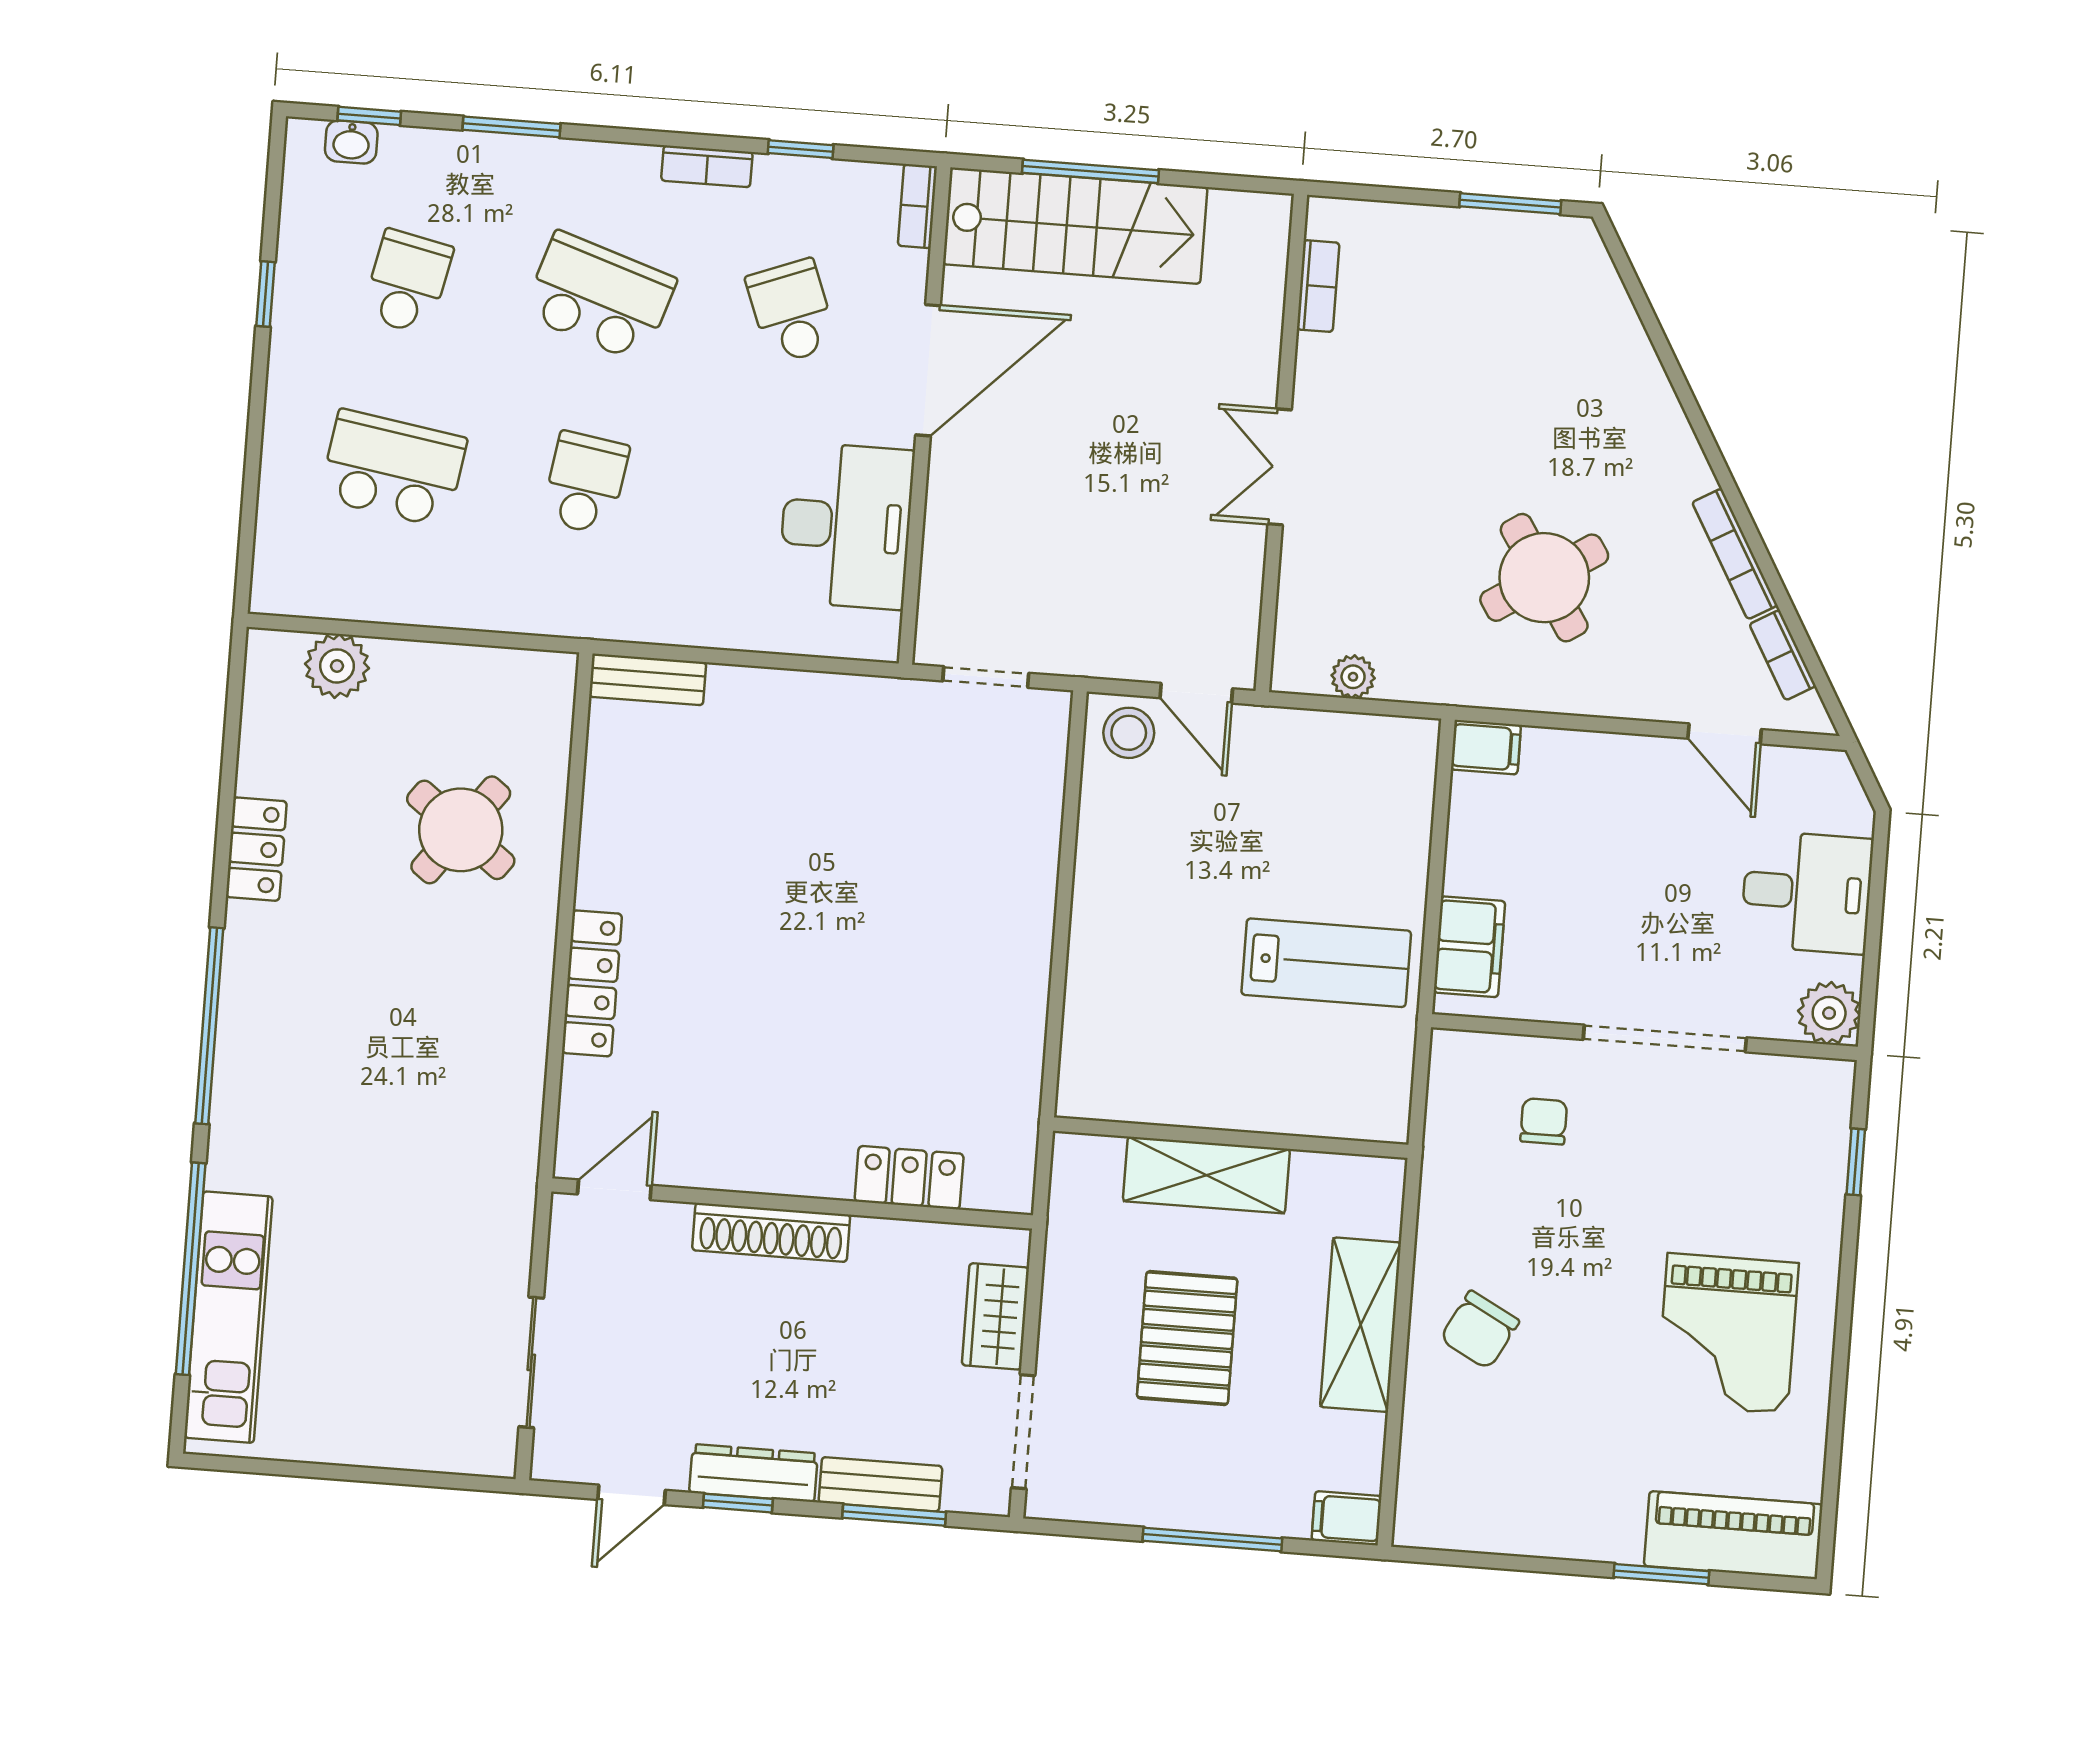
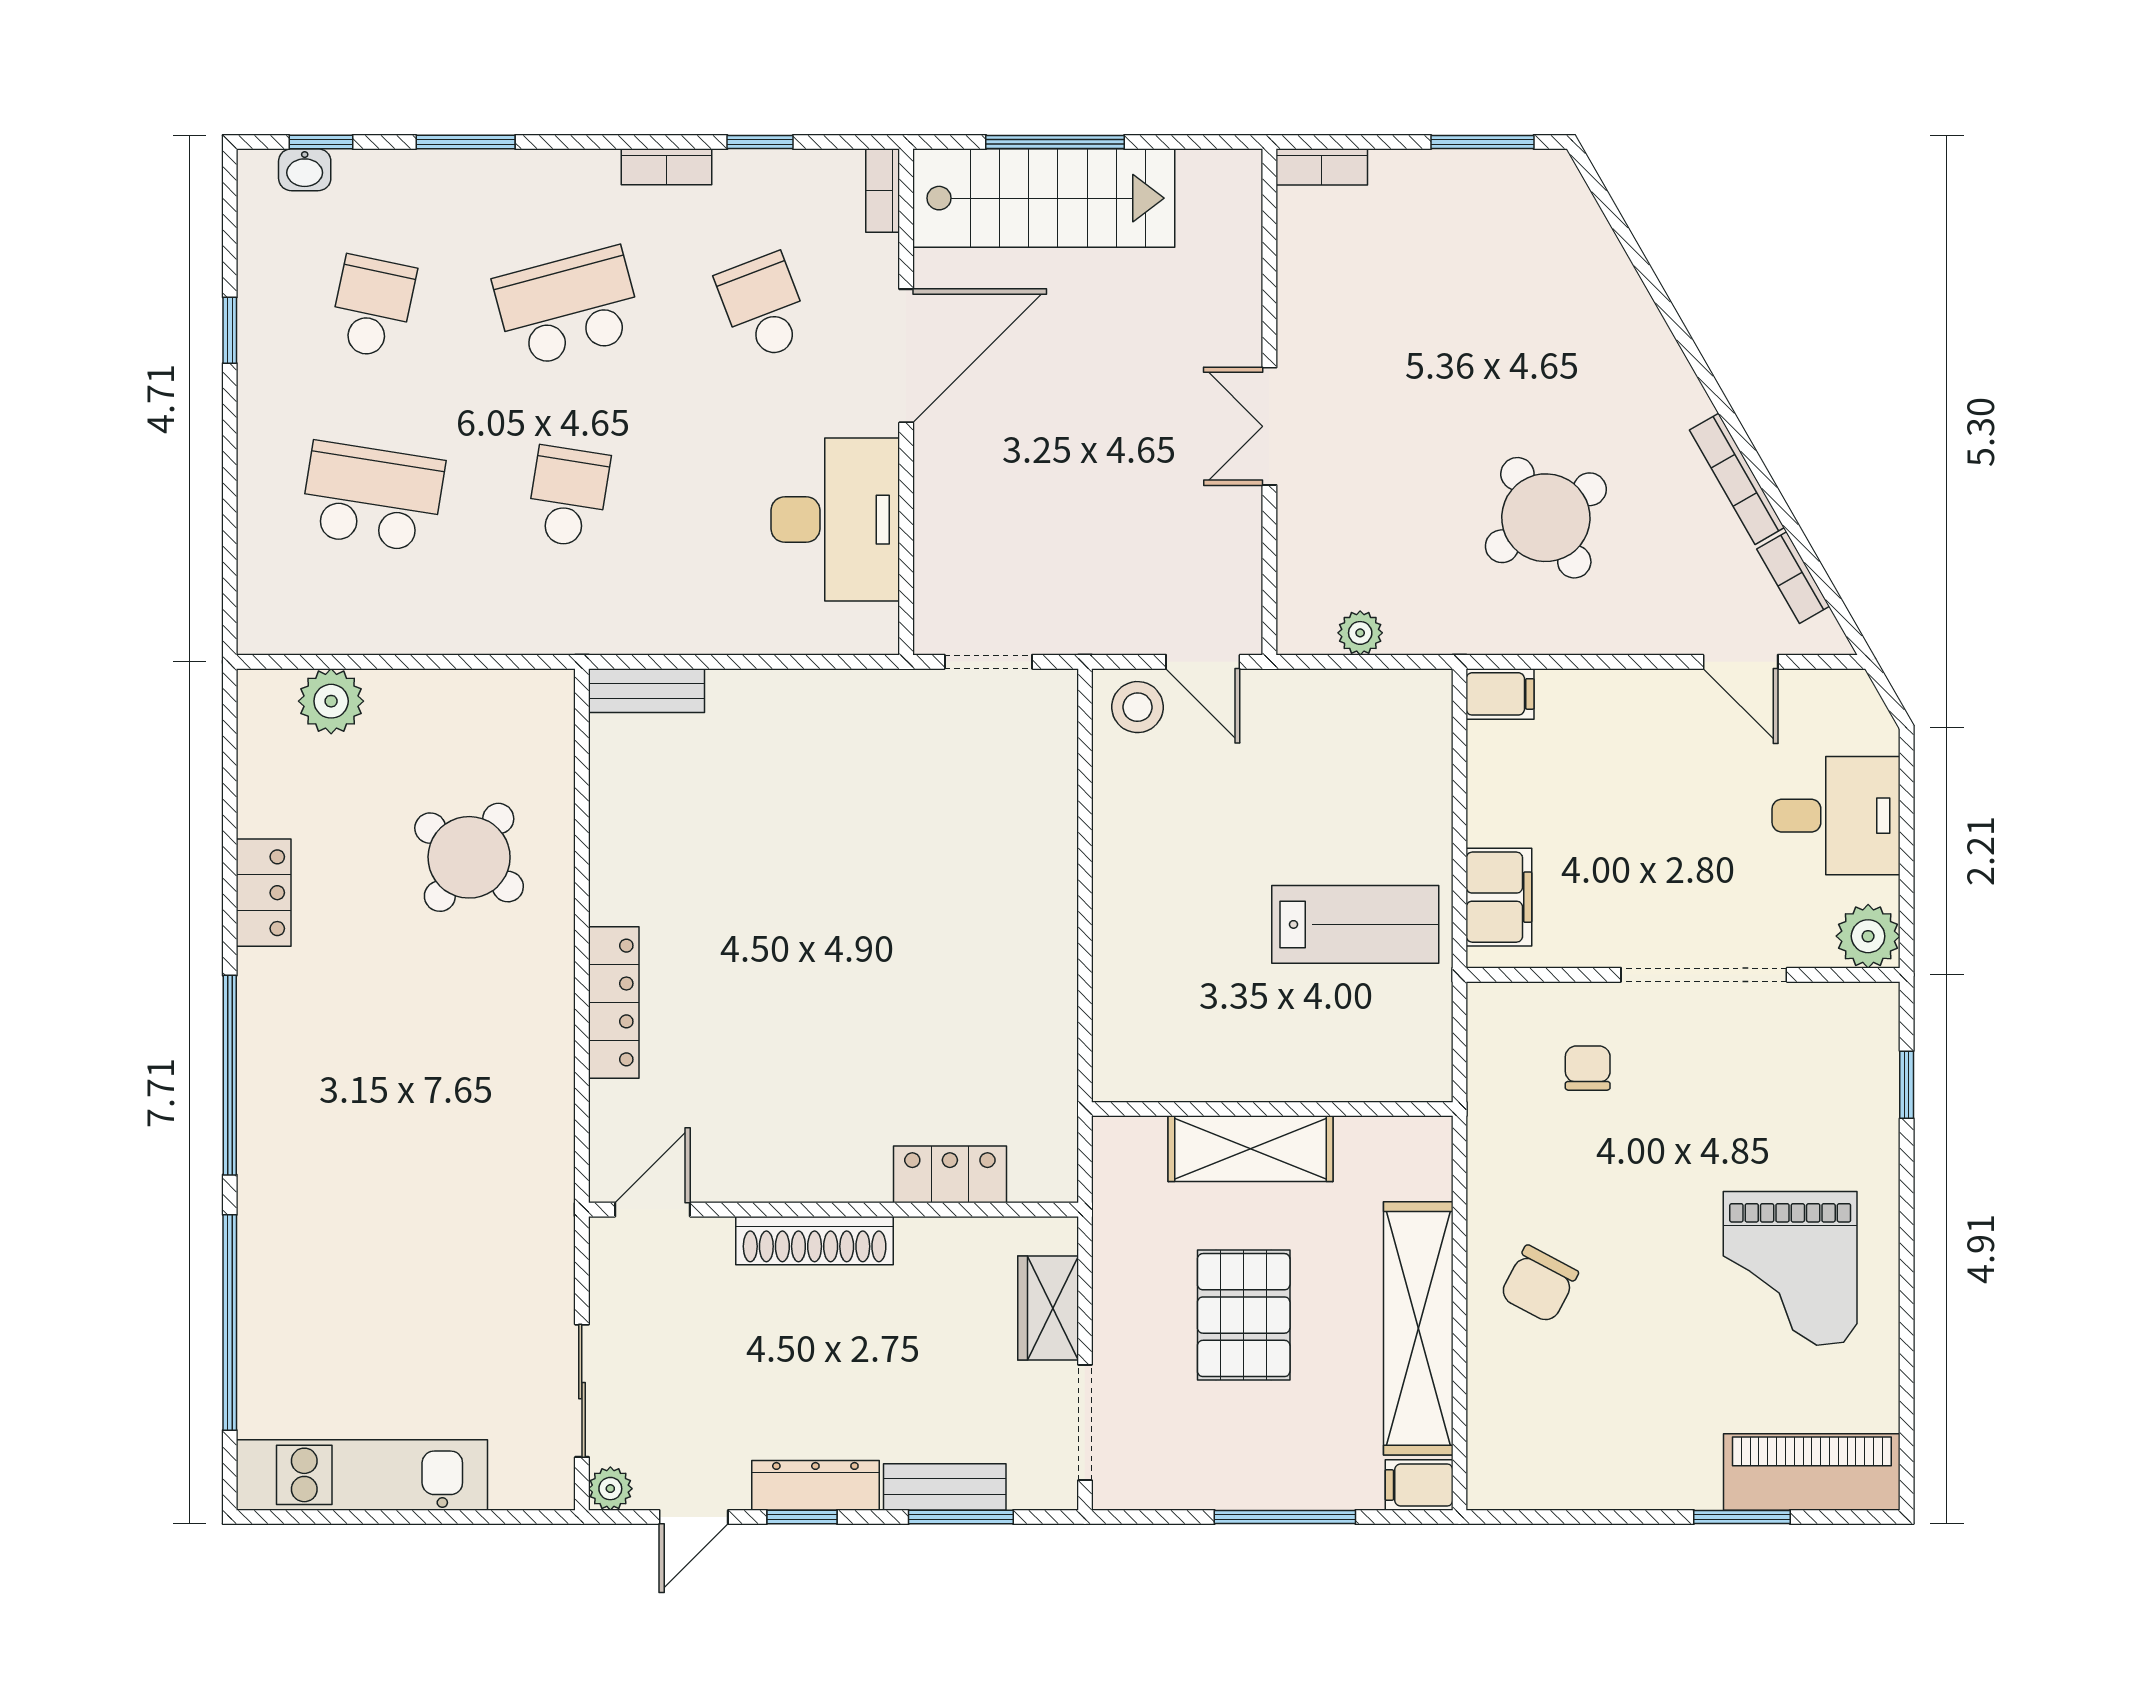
bookcase: (1318, 286) -> (1322, 167), moved, turned 90
school desk: (599, 297) -> (568, 307), turned -33
kitchen unit: (228, 1317) -> (362, 1475), moved, turned -90
shelving: (1361, 1325) -> (1418, 1328), width x1.47
plant: (552, 1461) -> (610, 1489), added

